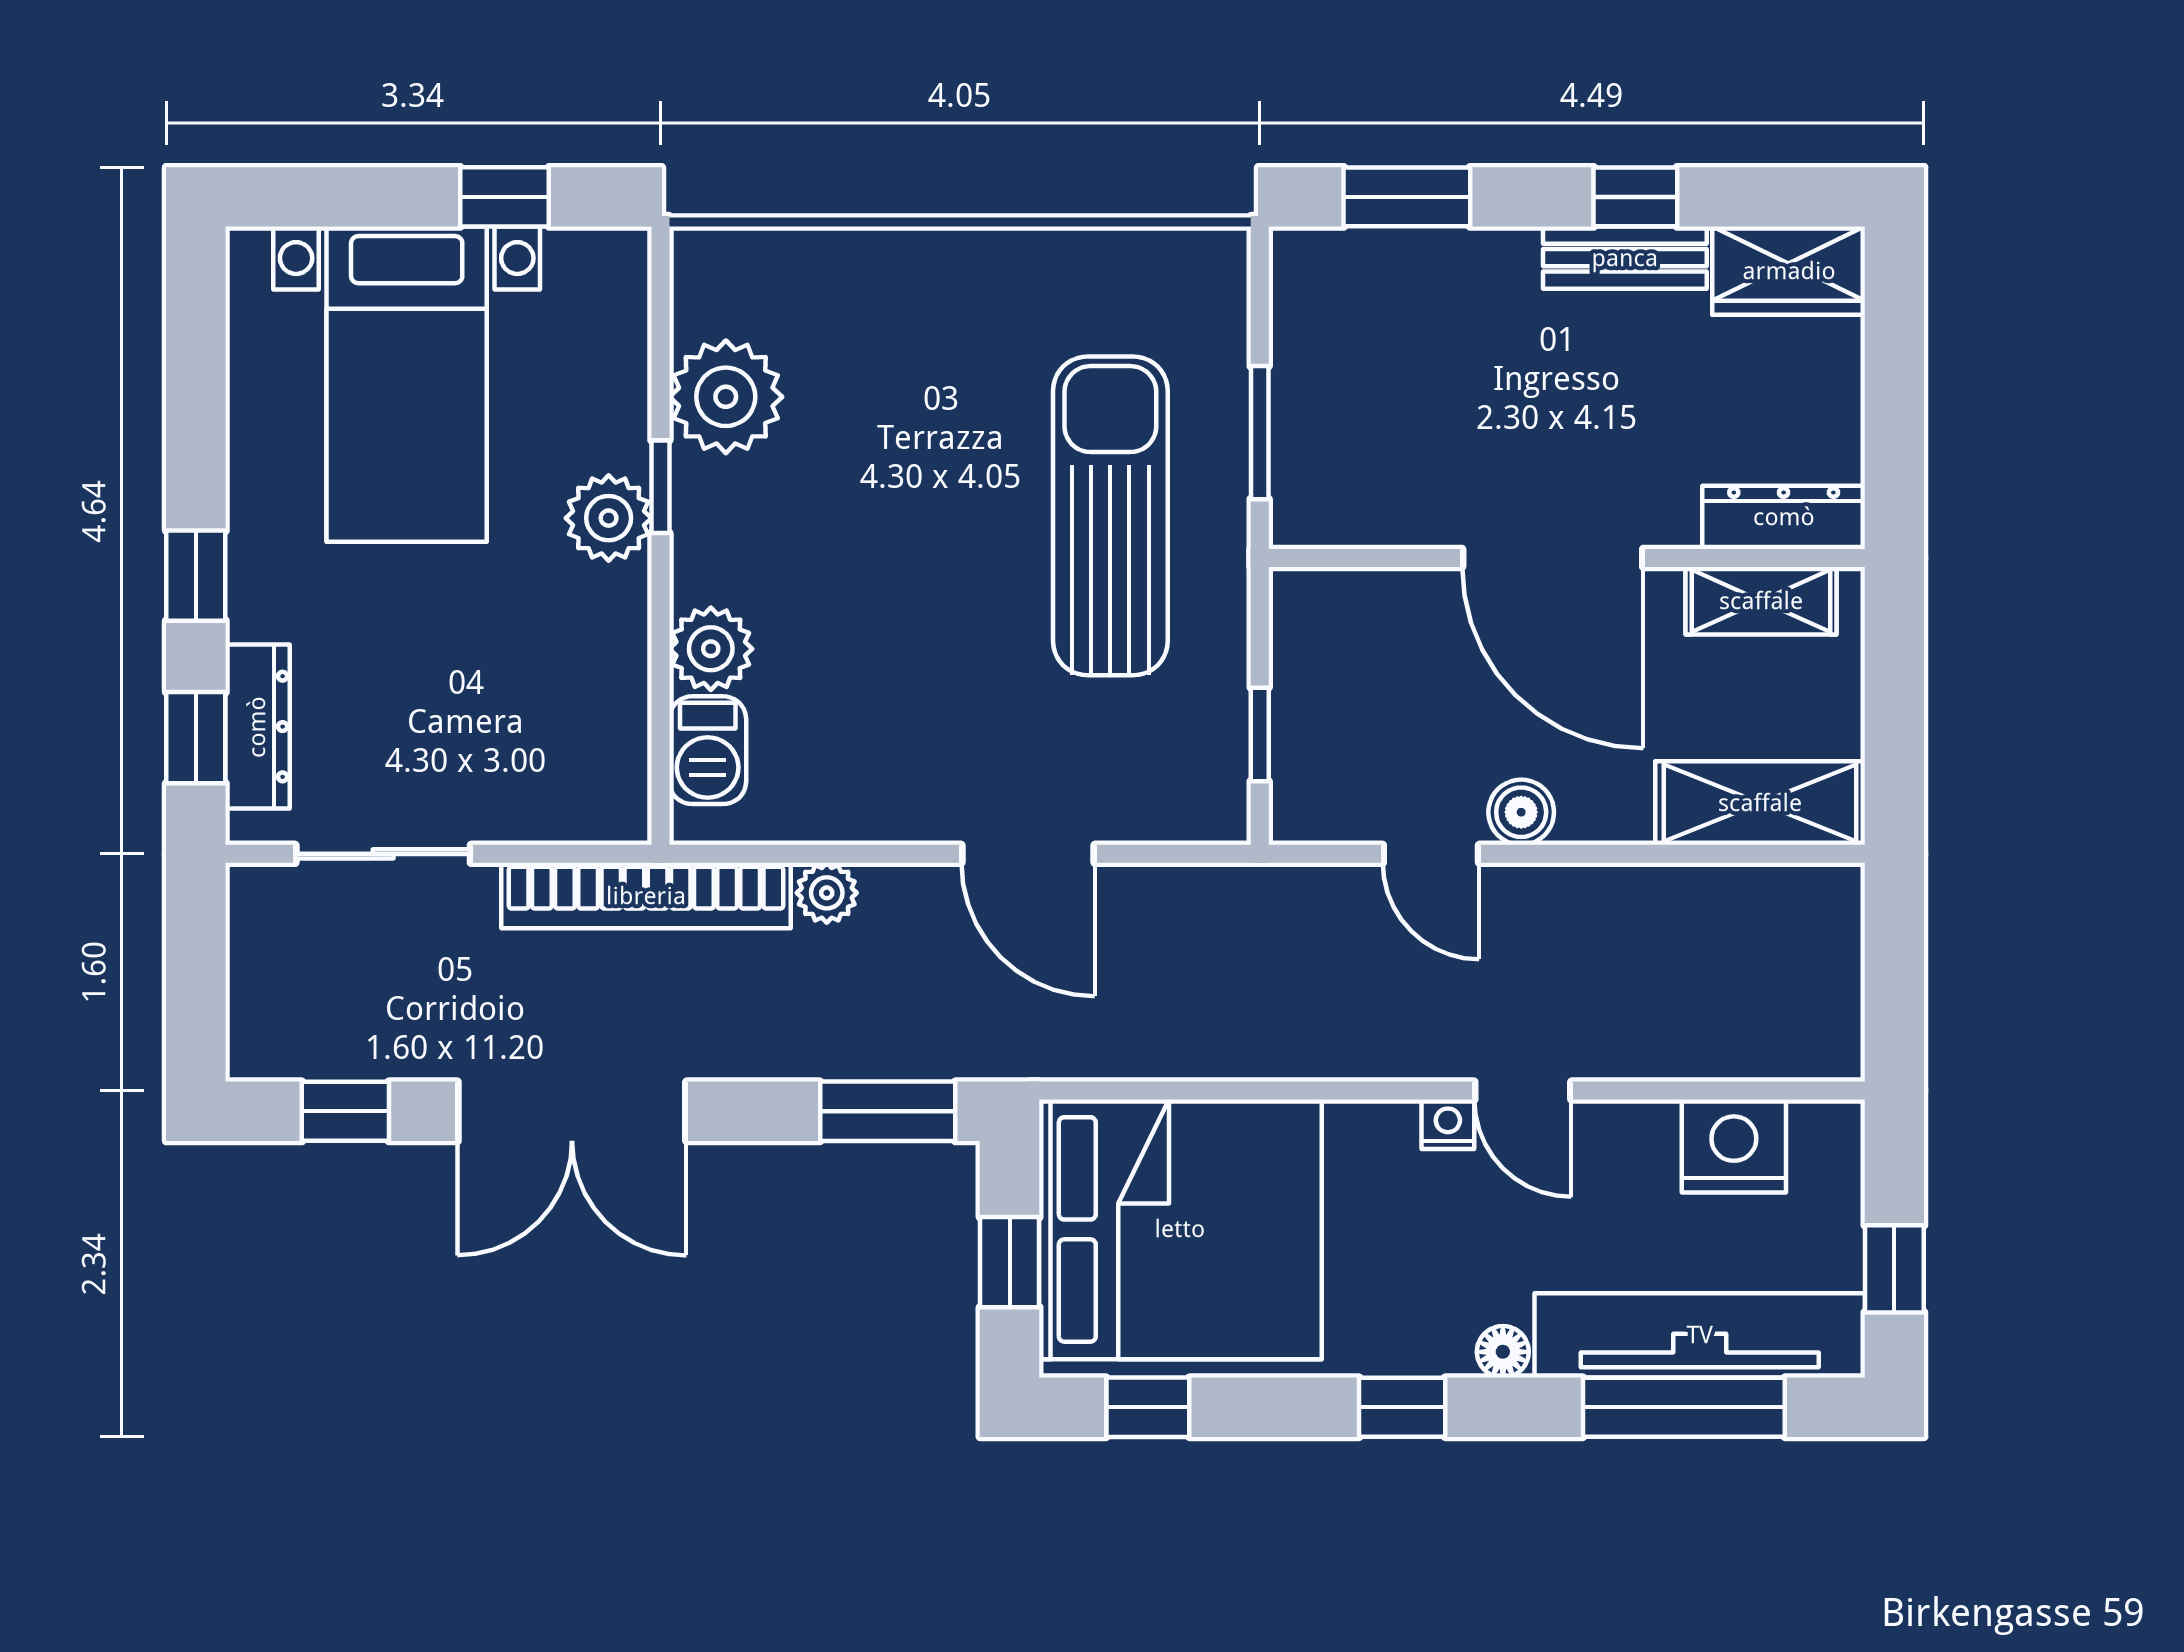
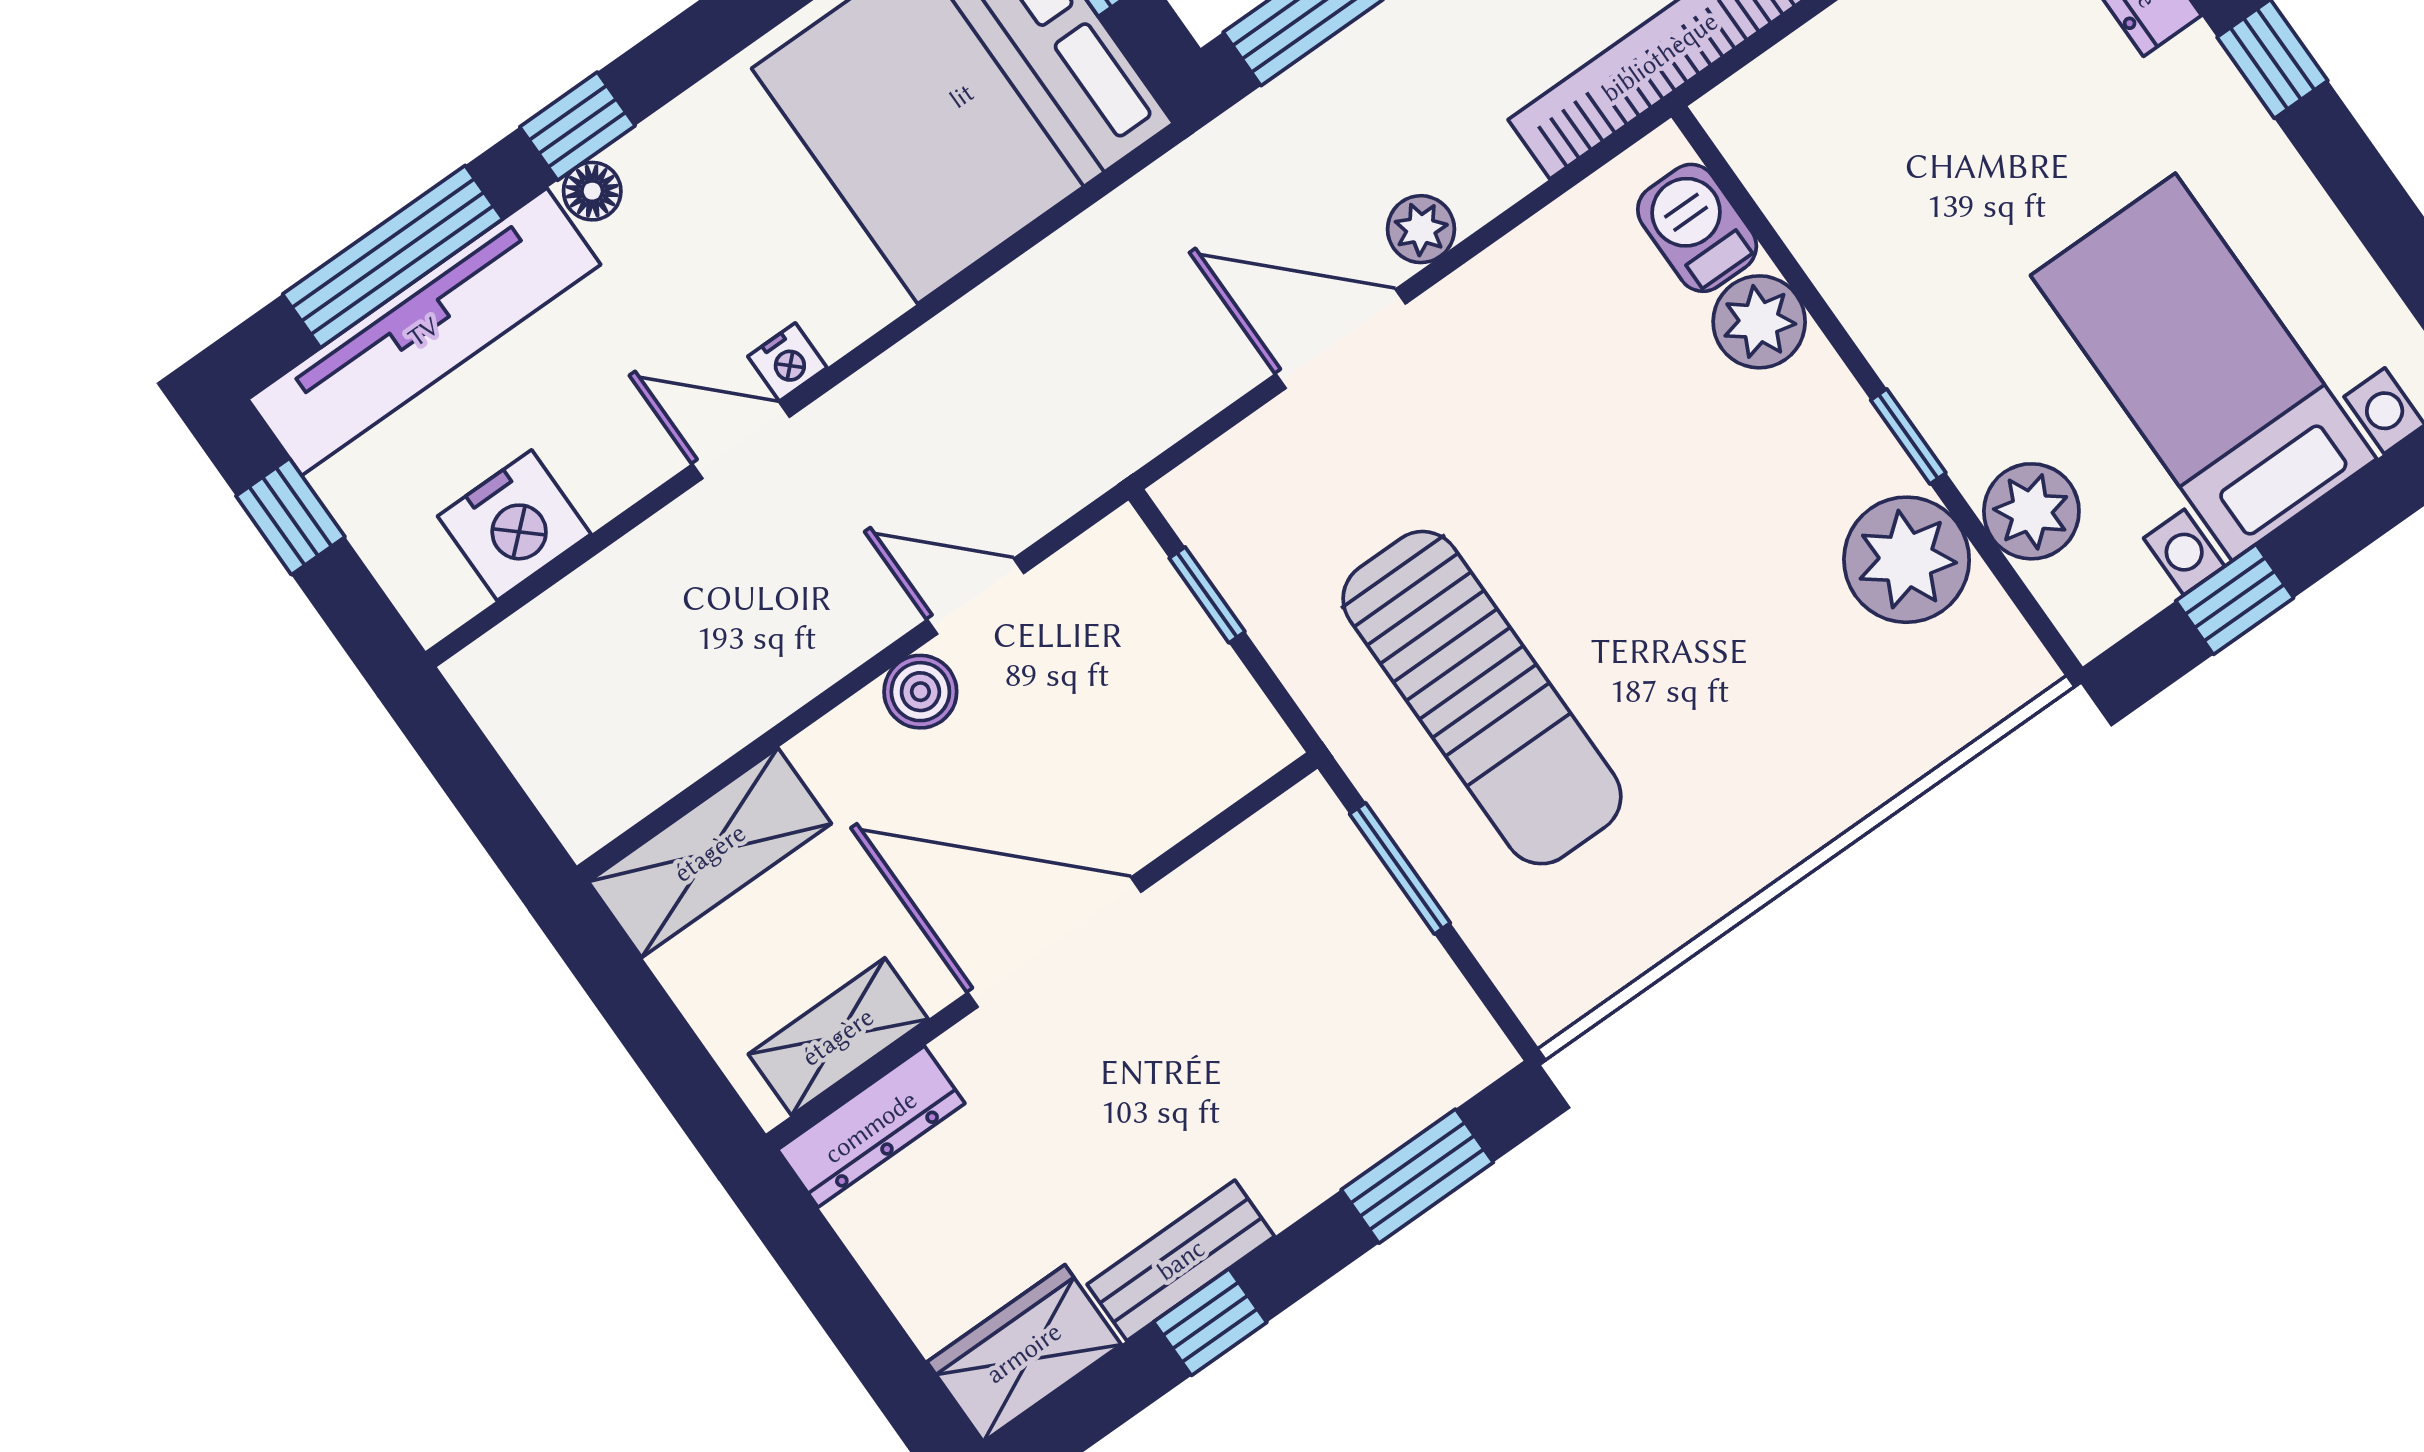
plant: (609, 518) -> (2031, 511), moved
plant: (827, 893) -> (1421, 229), moved
window: (1402, 1407) -> (577, 126), moved

